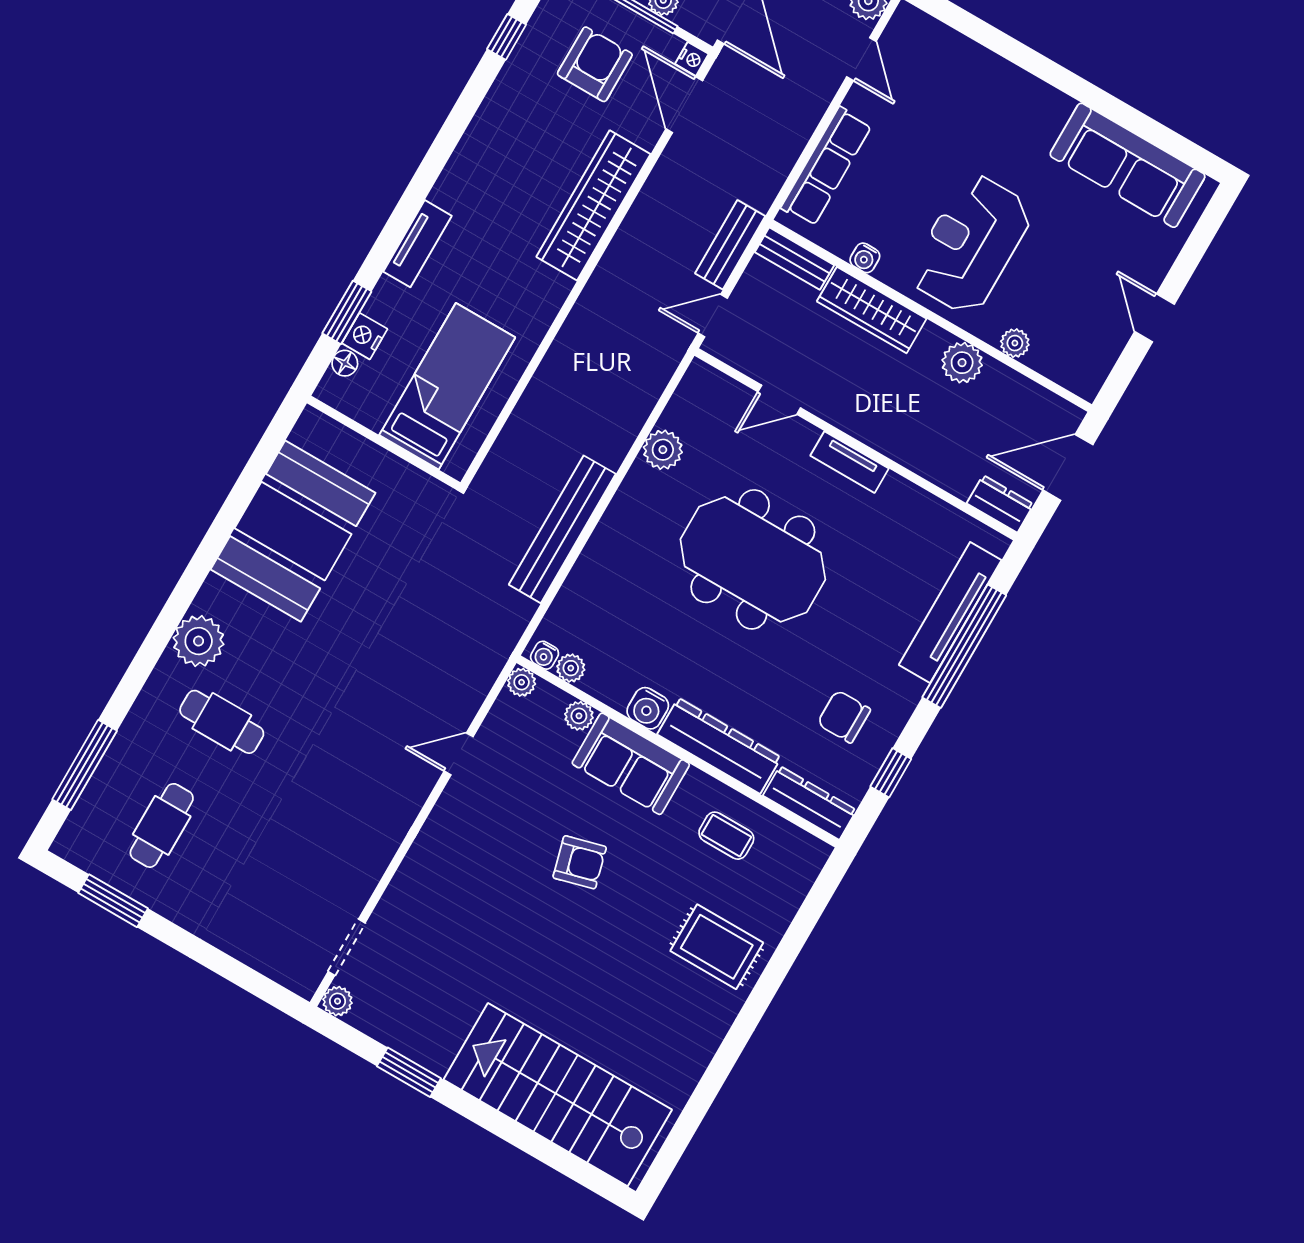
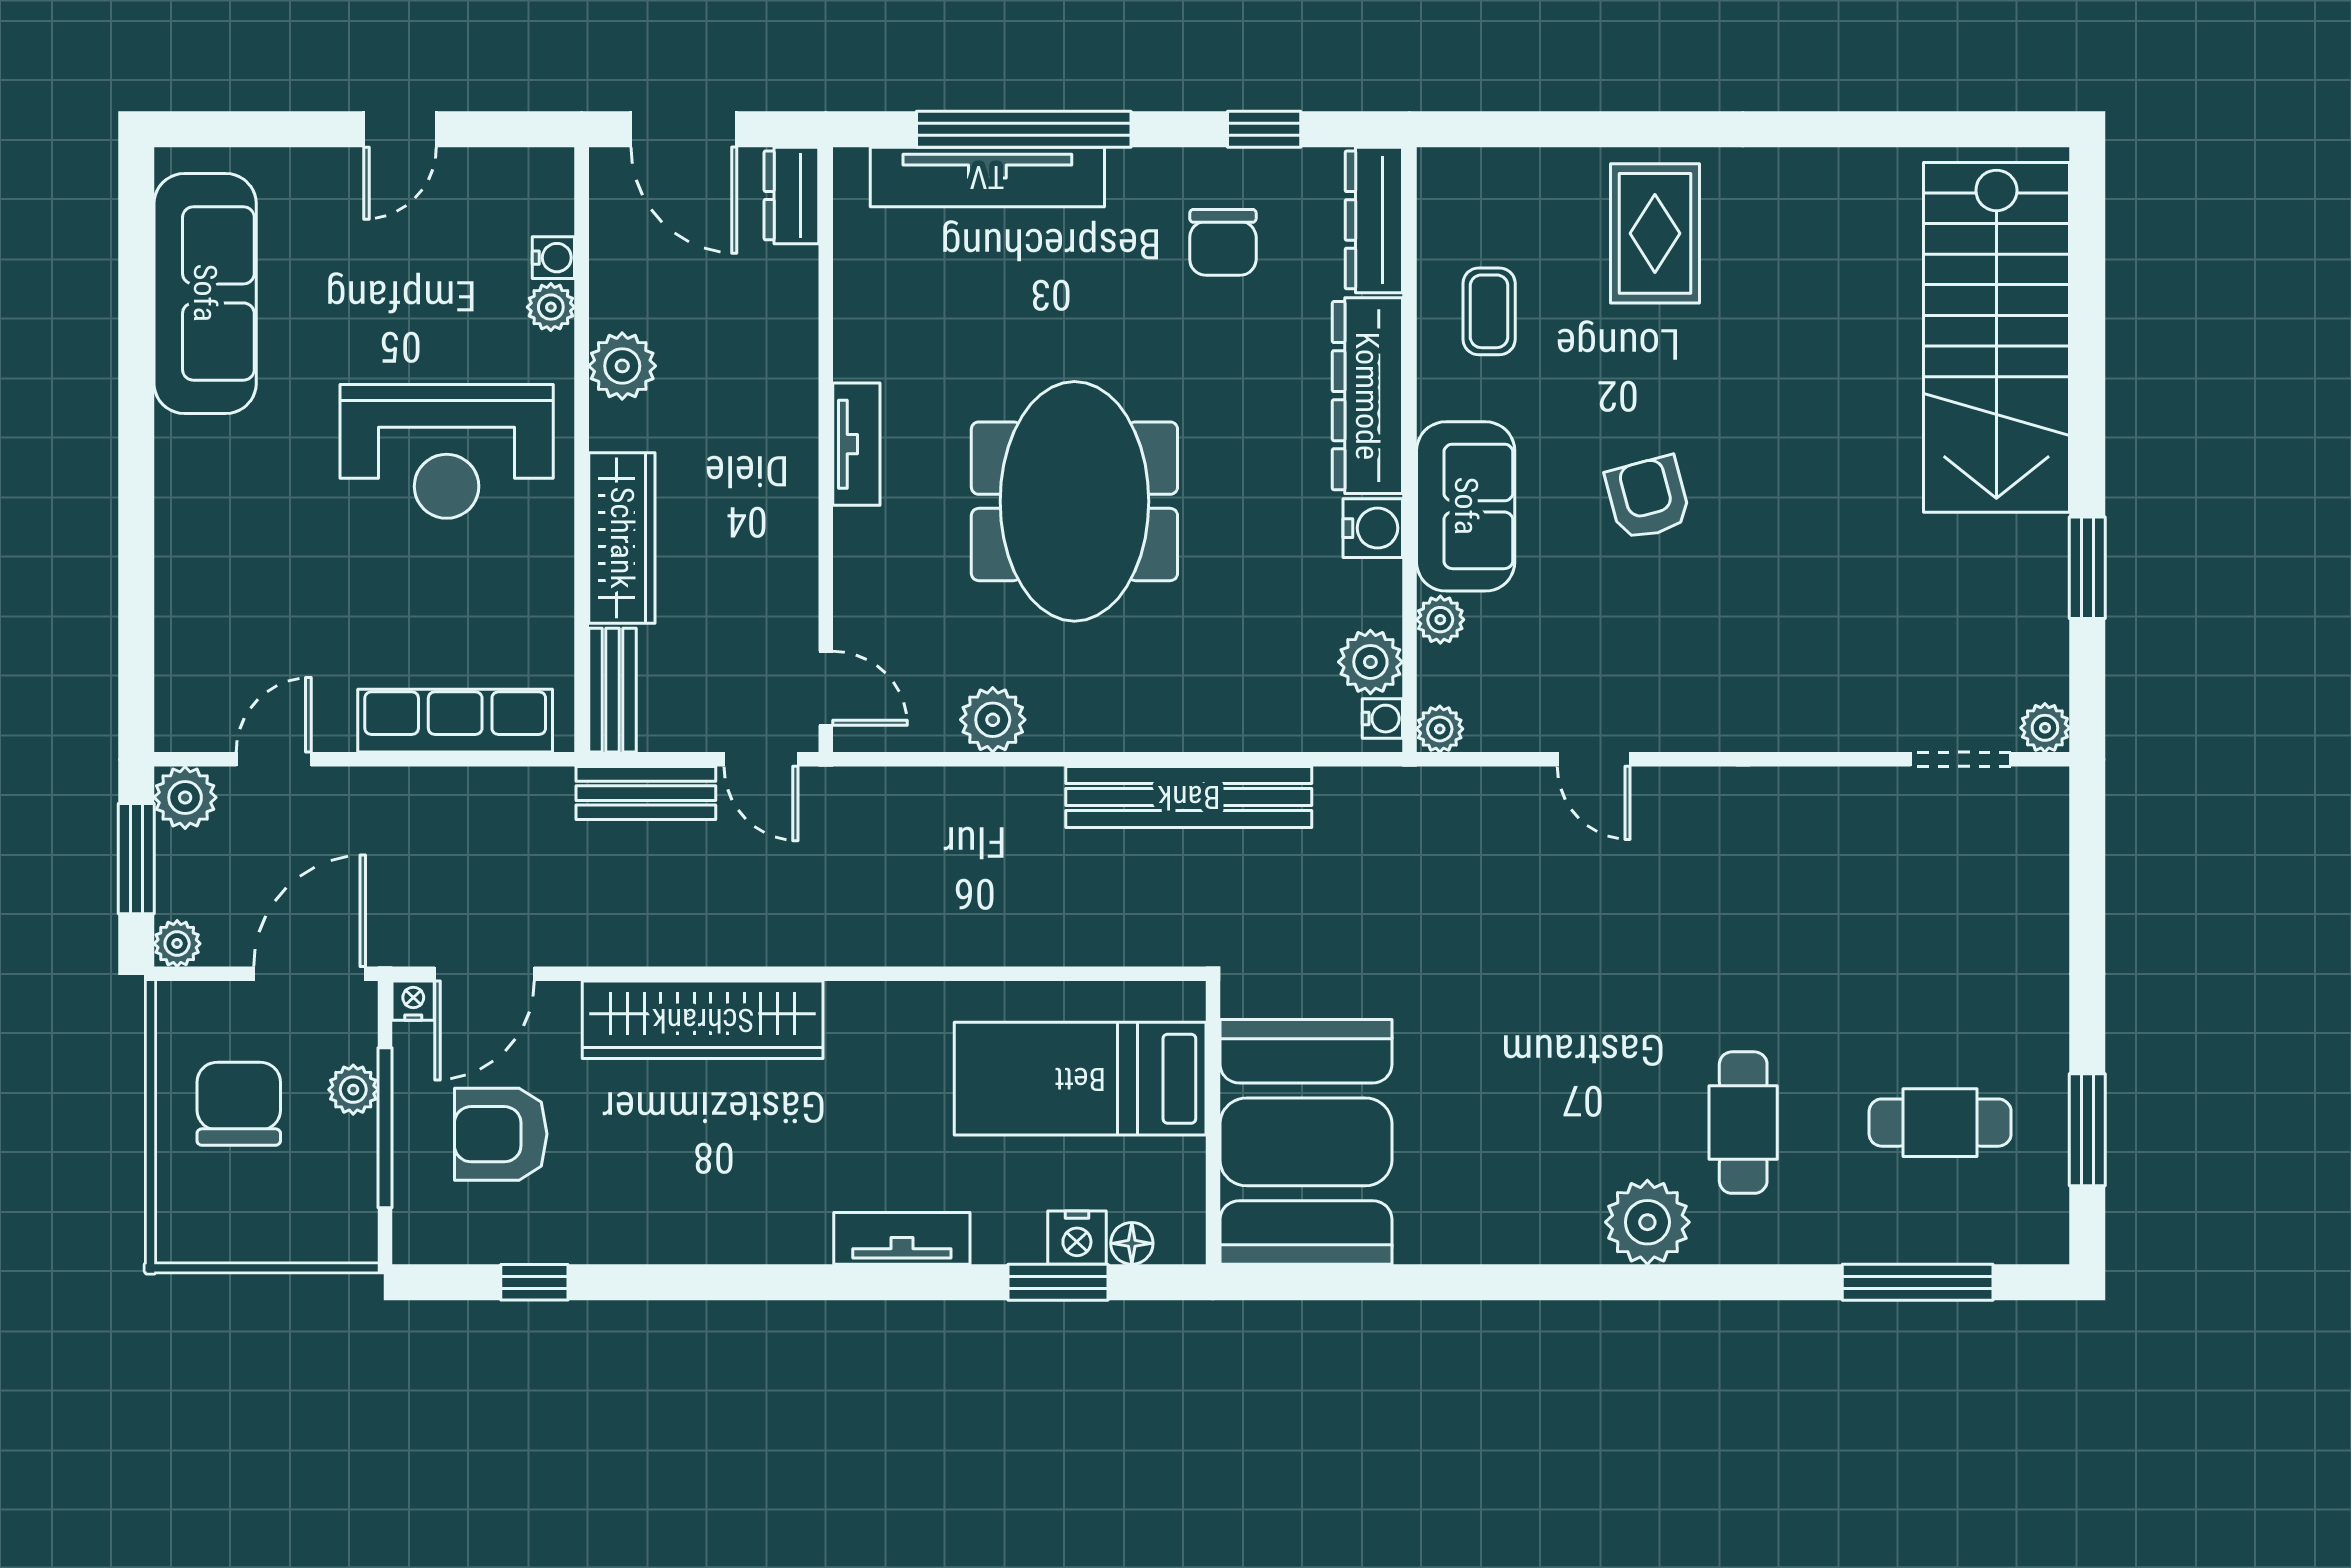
water cooler: (865, 258) -> (553, 258), moved
door: (779, 400) -> (826, 688), moved
booth: (293, 531) -> (1306, 1142), moved, turned 90
plant: (571, 668) -> (1370, 662), width x1.38, depth x1.38

